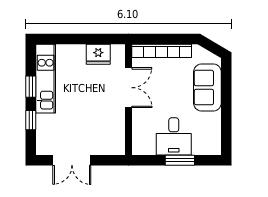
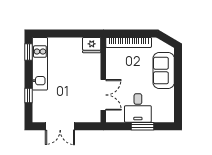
fridge: (98, 54) -> (92, 45), moved
window: (31, 87) -> (29, 52), moved
double door: (128, 88) -> (103, 95), moved

